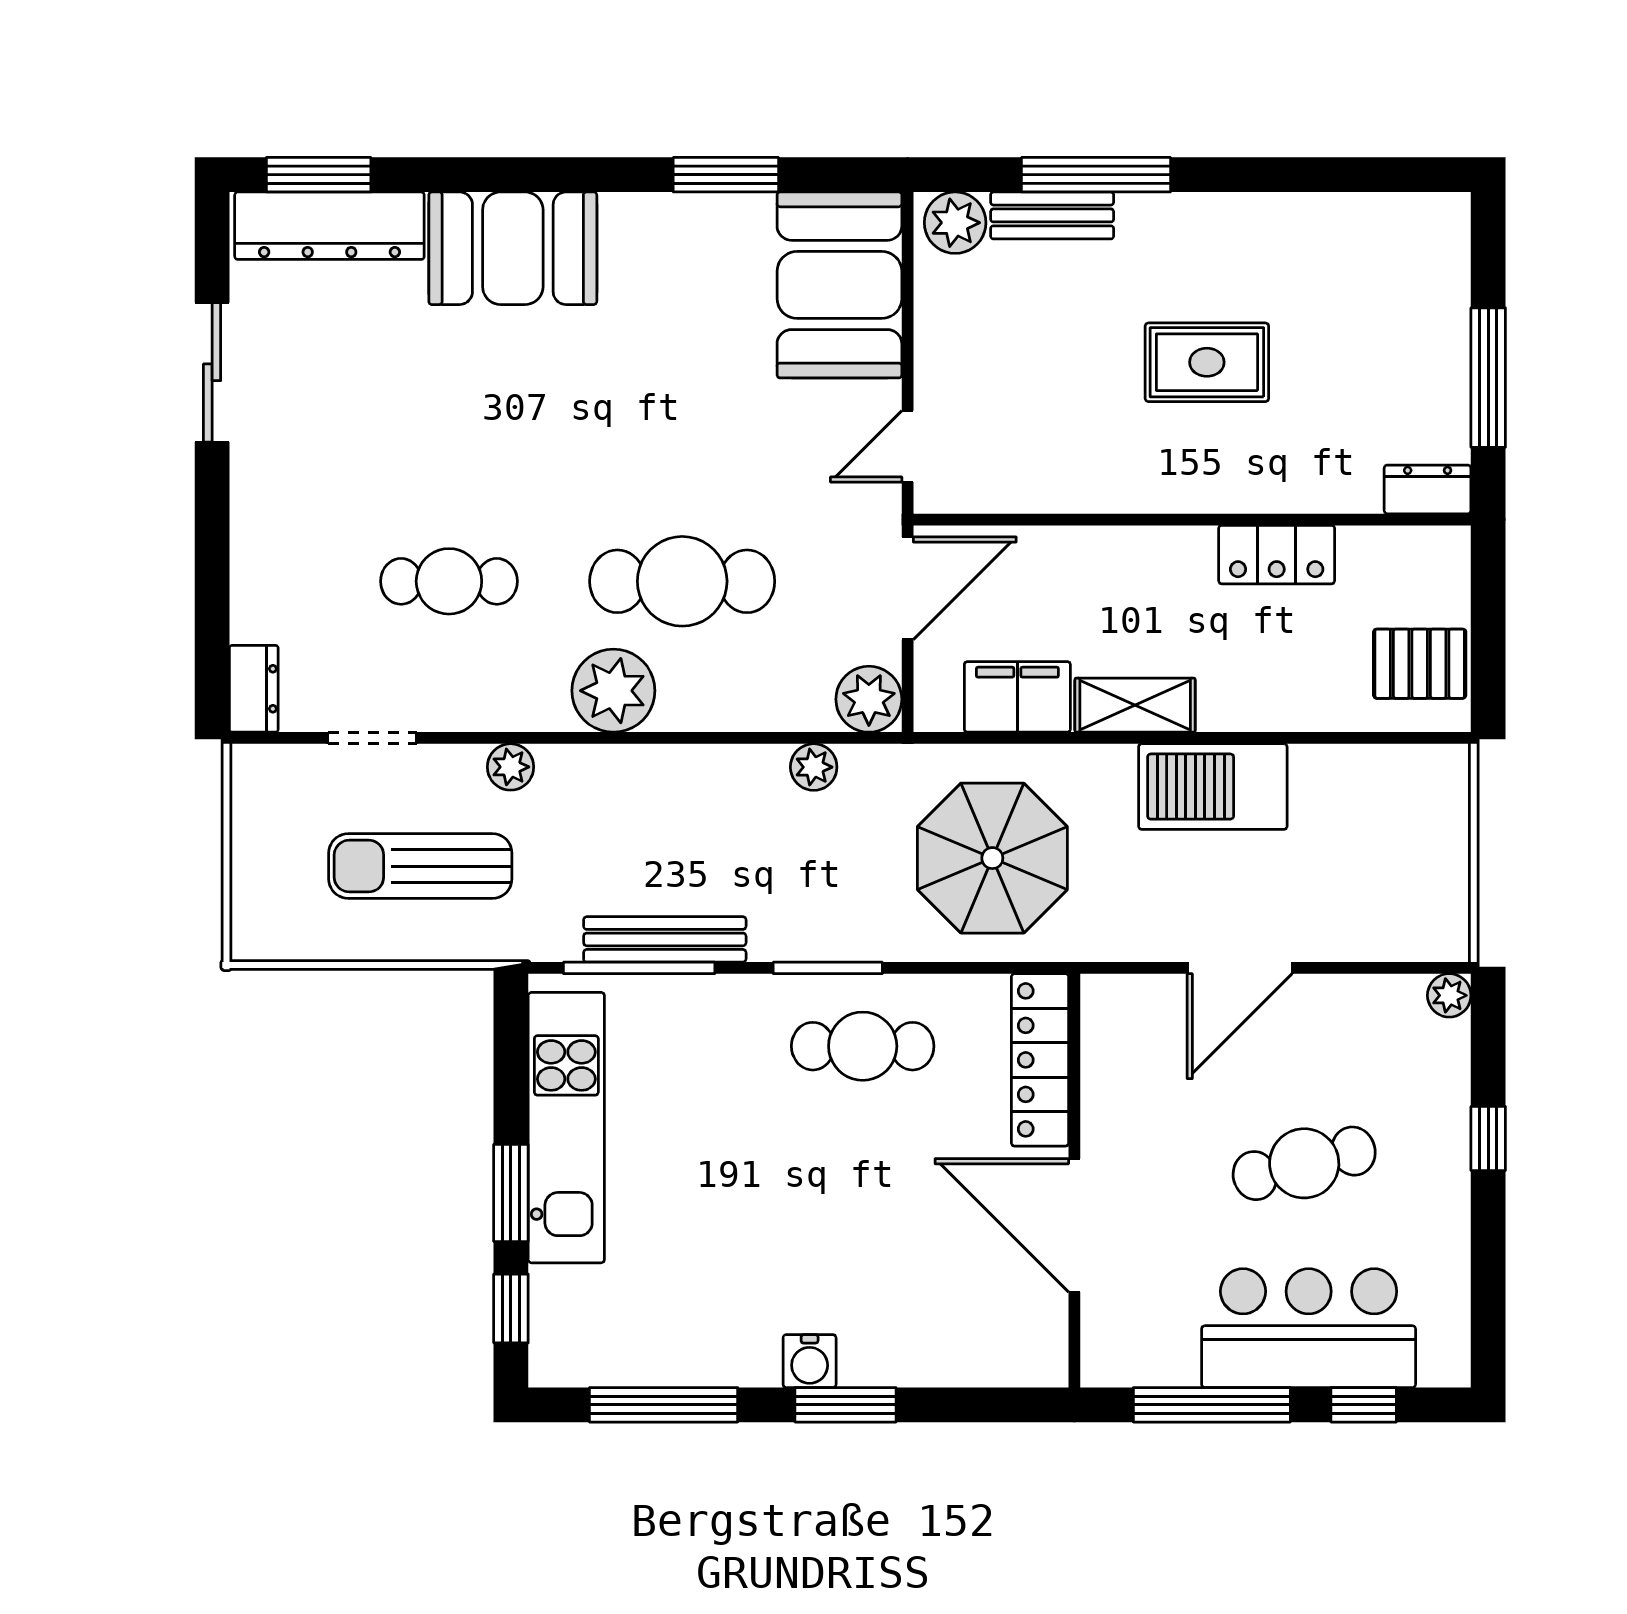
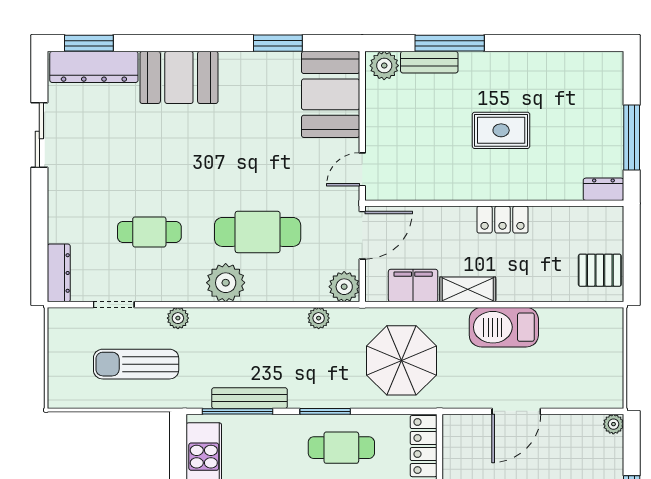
locker: (1277, 555) -> (503, 220), moved
dresser: (254, 689) -> (59, 273), width x1.44

